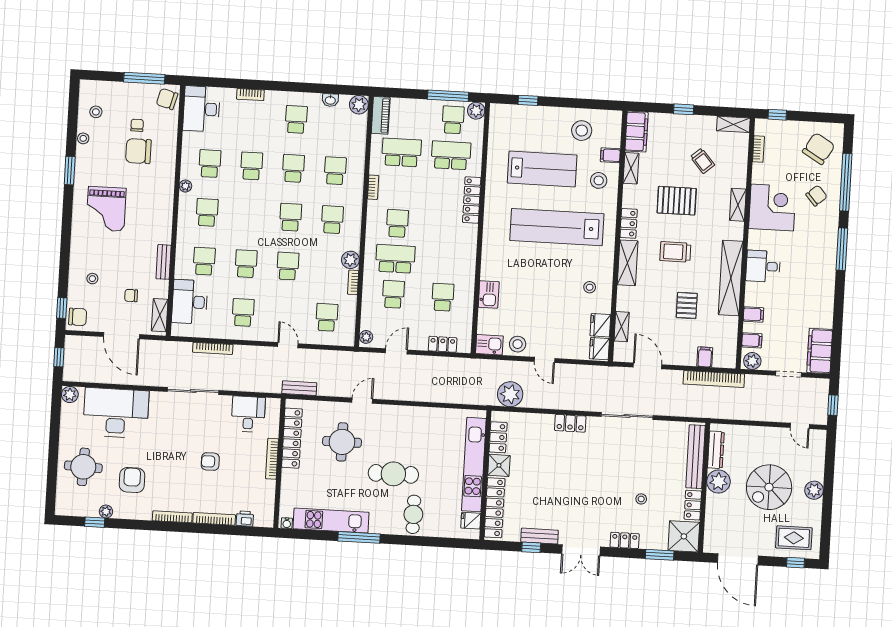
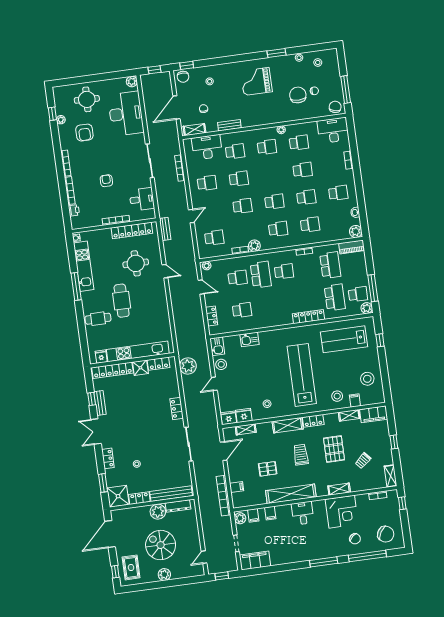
lab bench: (542, 169) -> (344, 339), moved, turned 90
armchair: (132, 480) -> (84, 133), turned 90

